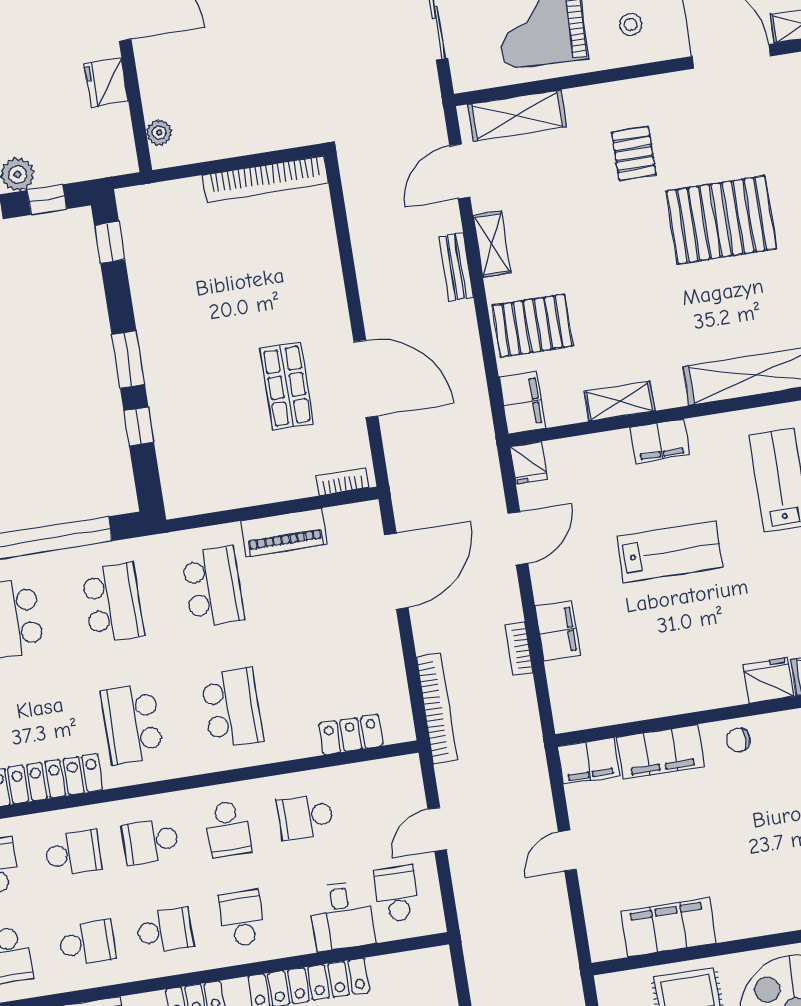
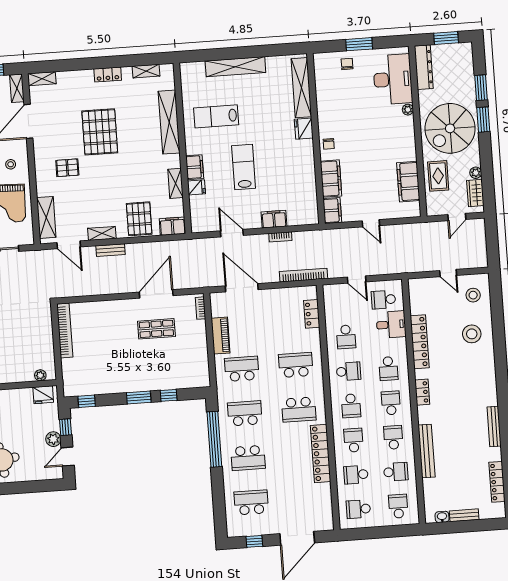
fridge: (106, 83) -> (43, 395), moved
fridge: (529, 463) -> (196, 187), moved
school desk: (242, 918) -> (388, 368), turned -90

